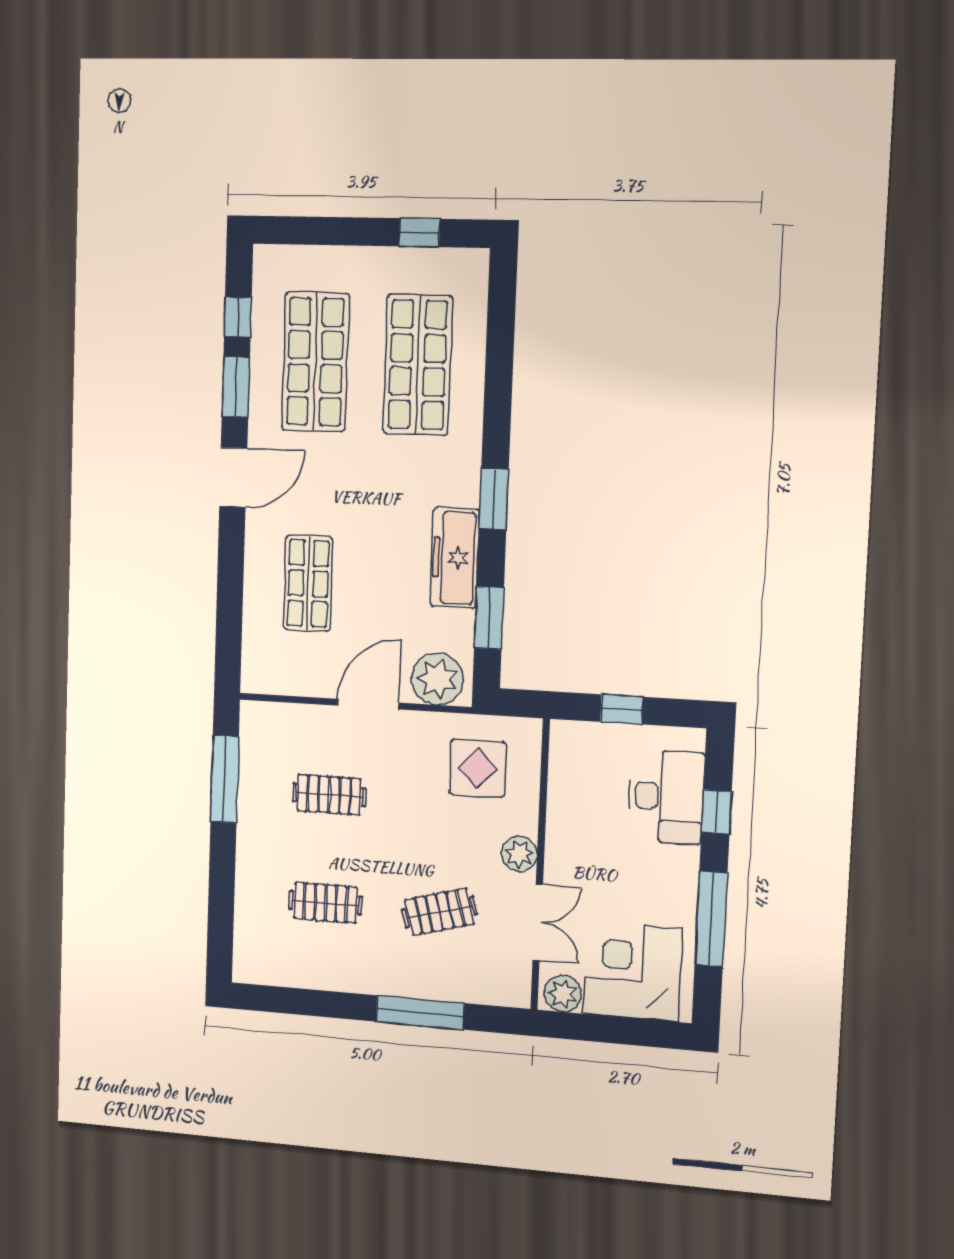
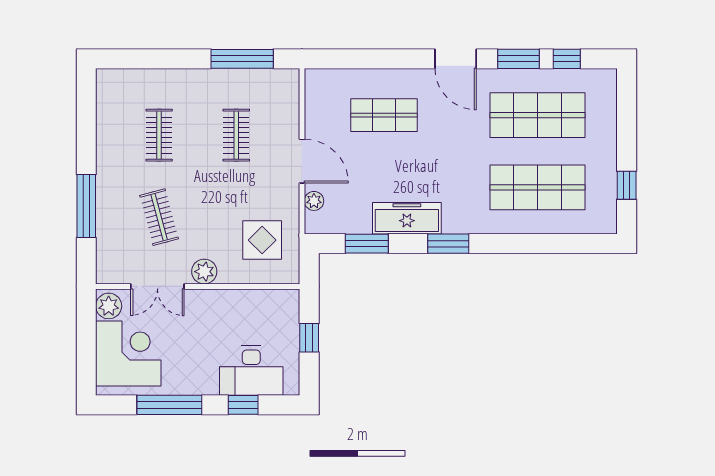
plant: (437, 679) -> (314, 201), width x0.53, depth x0.53

